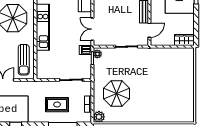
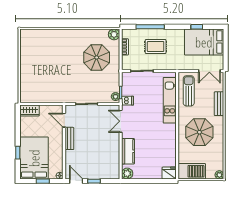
kitchen unit: (43, 27) -> (170, 100), moved
double door: (92, 29) -> (121, 121), swing flipped
door: (149, 30) -> (64, 120), hinge flipped

